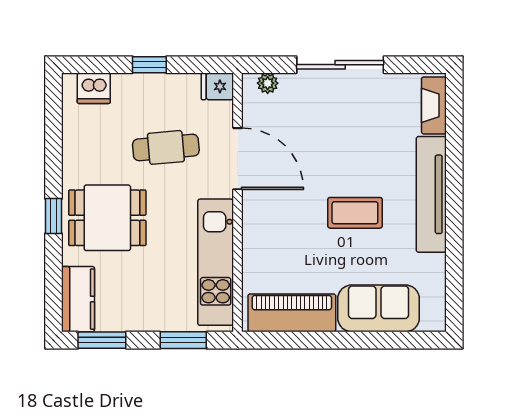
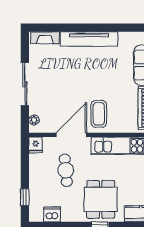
window: (149, 65) -> (25, 197), moved
dishwasher: (94, 88) -> (52, 214), moved, turned -90
coffee table: (355, 213) -> (99, 114), moved

